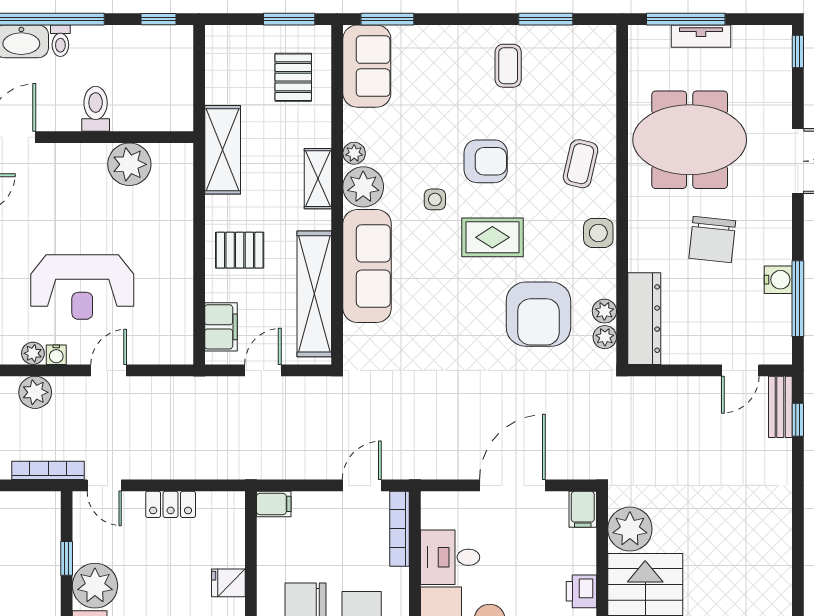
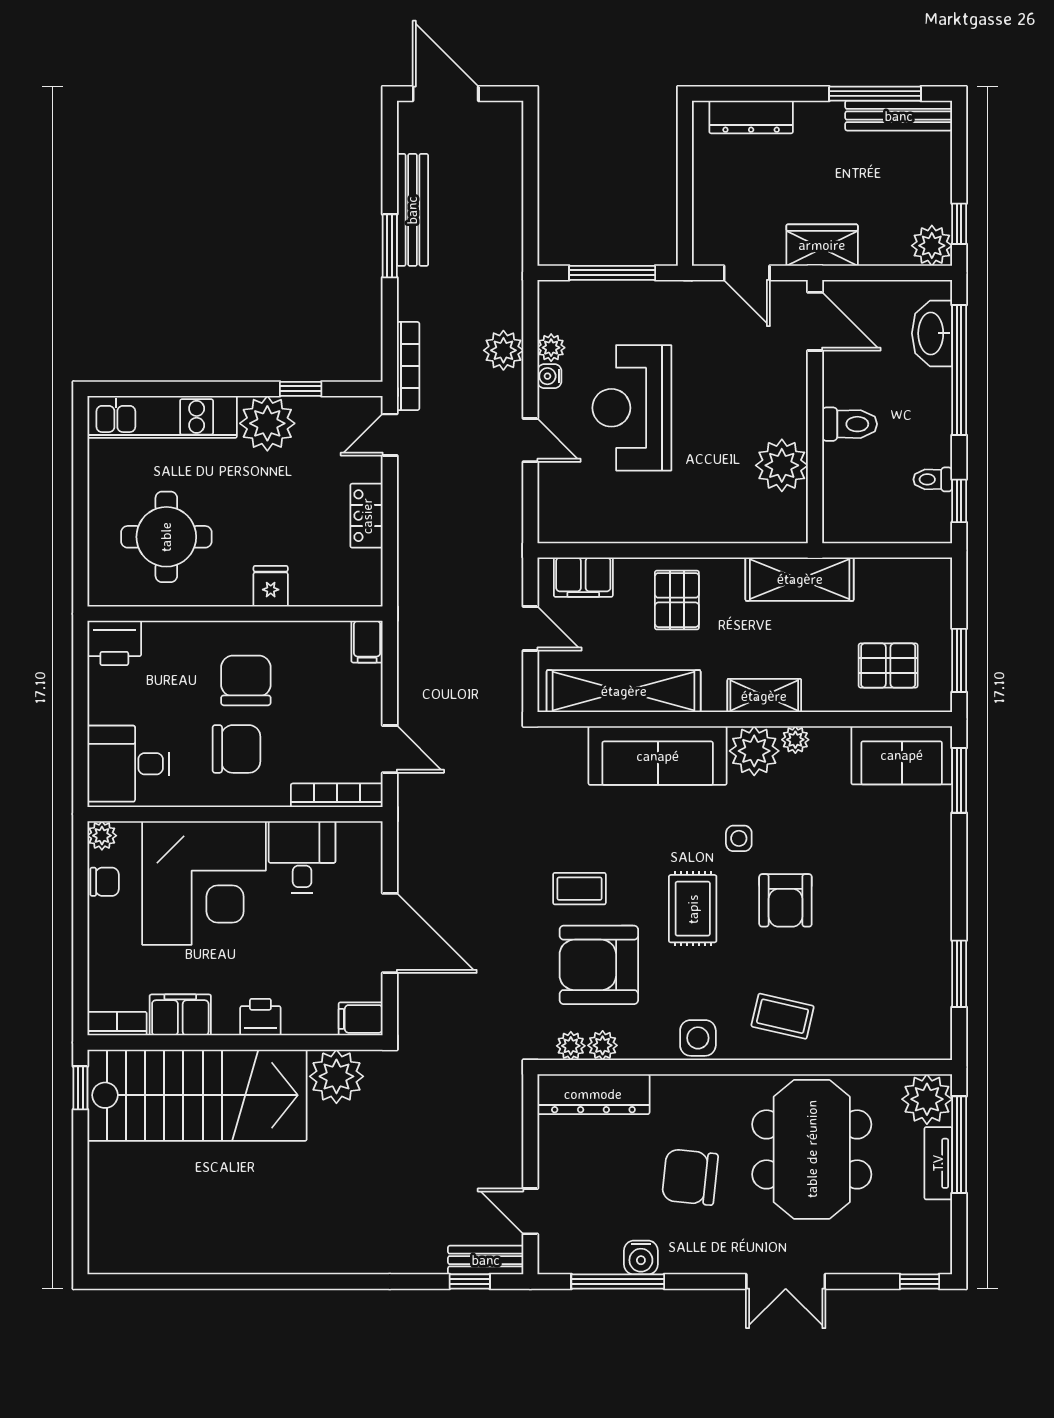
toilet: (60, 41) -> (933, 479), moved
plant: (649, 45) -> (927, 1099), added
coffee table: (508, 66) -> (579, 889), moved

